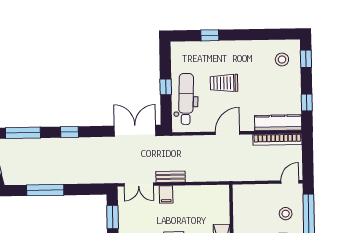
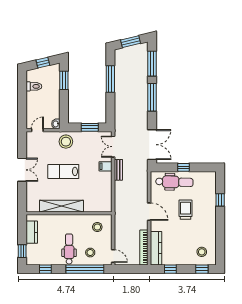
window: (70, 132) -> (152, 97), width x2.17
stool: (250, 204) -> (97, 227), added

